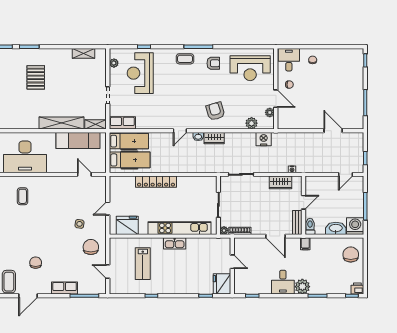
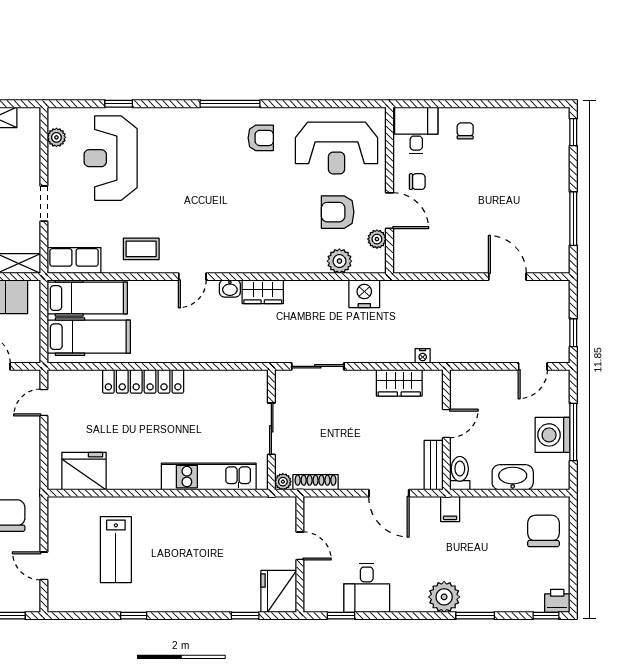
coffee table: (185, 59) -> (141, 249), moved
armchair: (215, 111) -> (338, 212), moved, turned -74
door: (108, 209) -> (44, 402), moved
washing machine: (355, 226) -> (553, 435), moved, turned -90
kitchen unit: (180, 228) -> (209, 477), width x0.73
kitchen sink: (175, 243) -> (181, 508), removed
desk: (283, 282) -> (367, 588), moved

